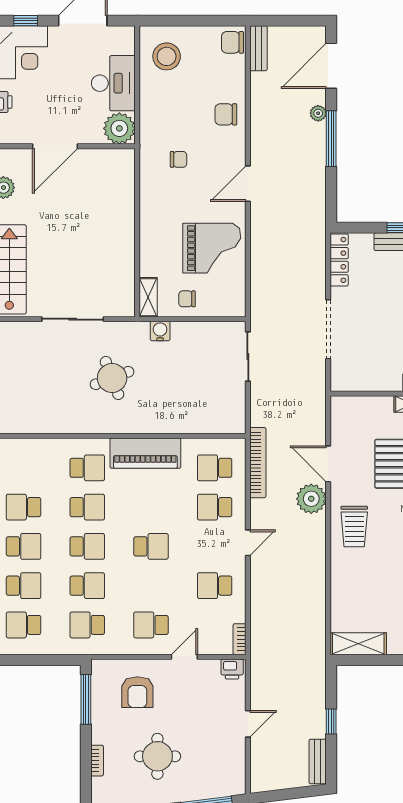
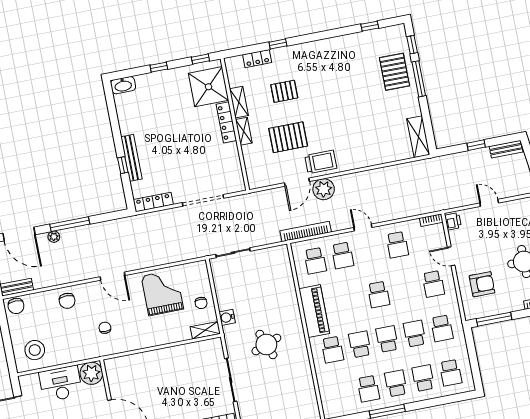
school desk: (87, 468) -> (332, 350), turned 180
trolley: (354, 527) -> (321, 162), moved
school desk: (151, 546) -> (379, 295), turned 180

